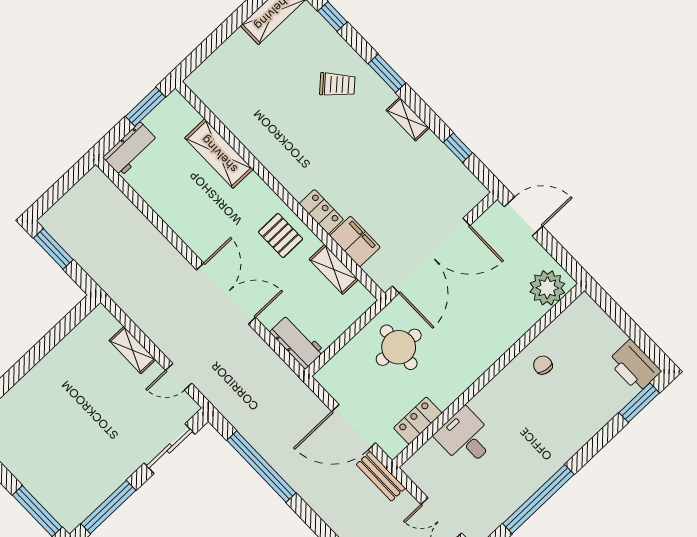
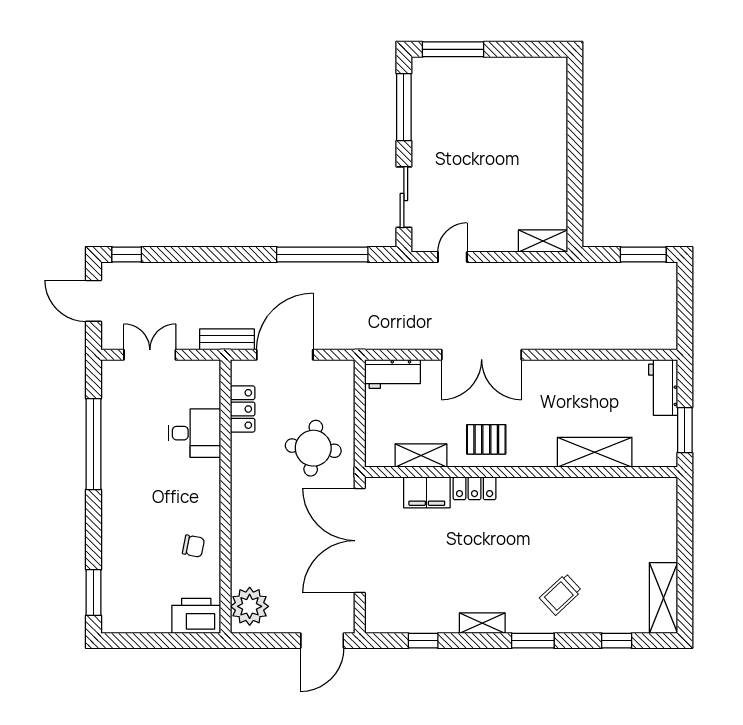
shelving: (132, 350) -> (543, 241), moved
printer: (634, 366) -> (196, 616), moved

